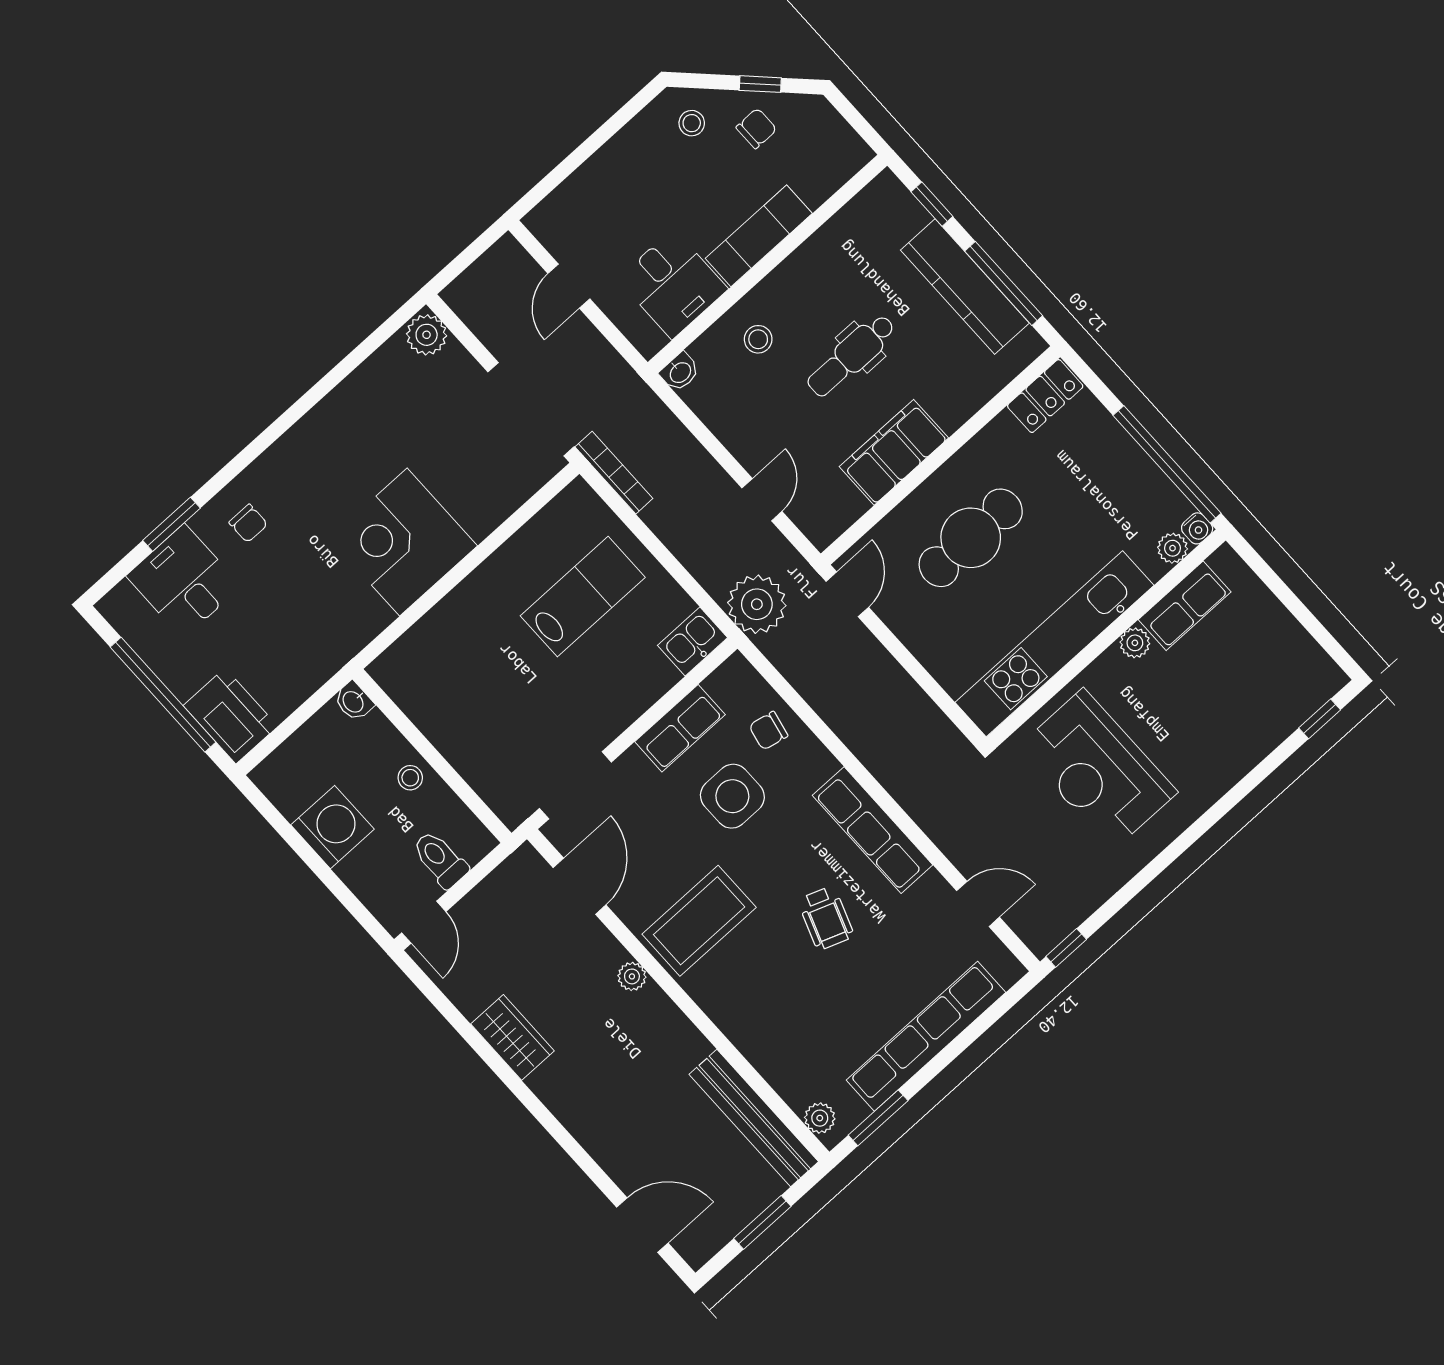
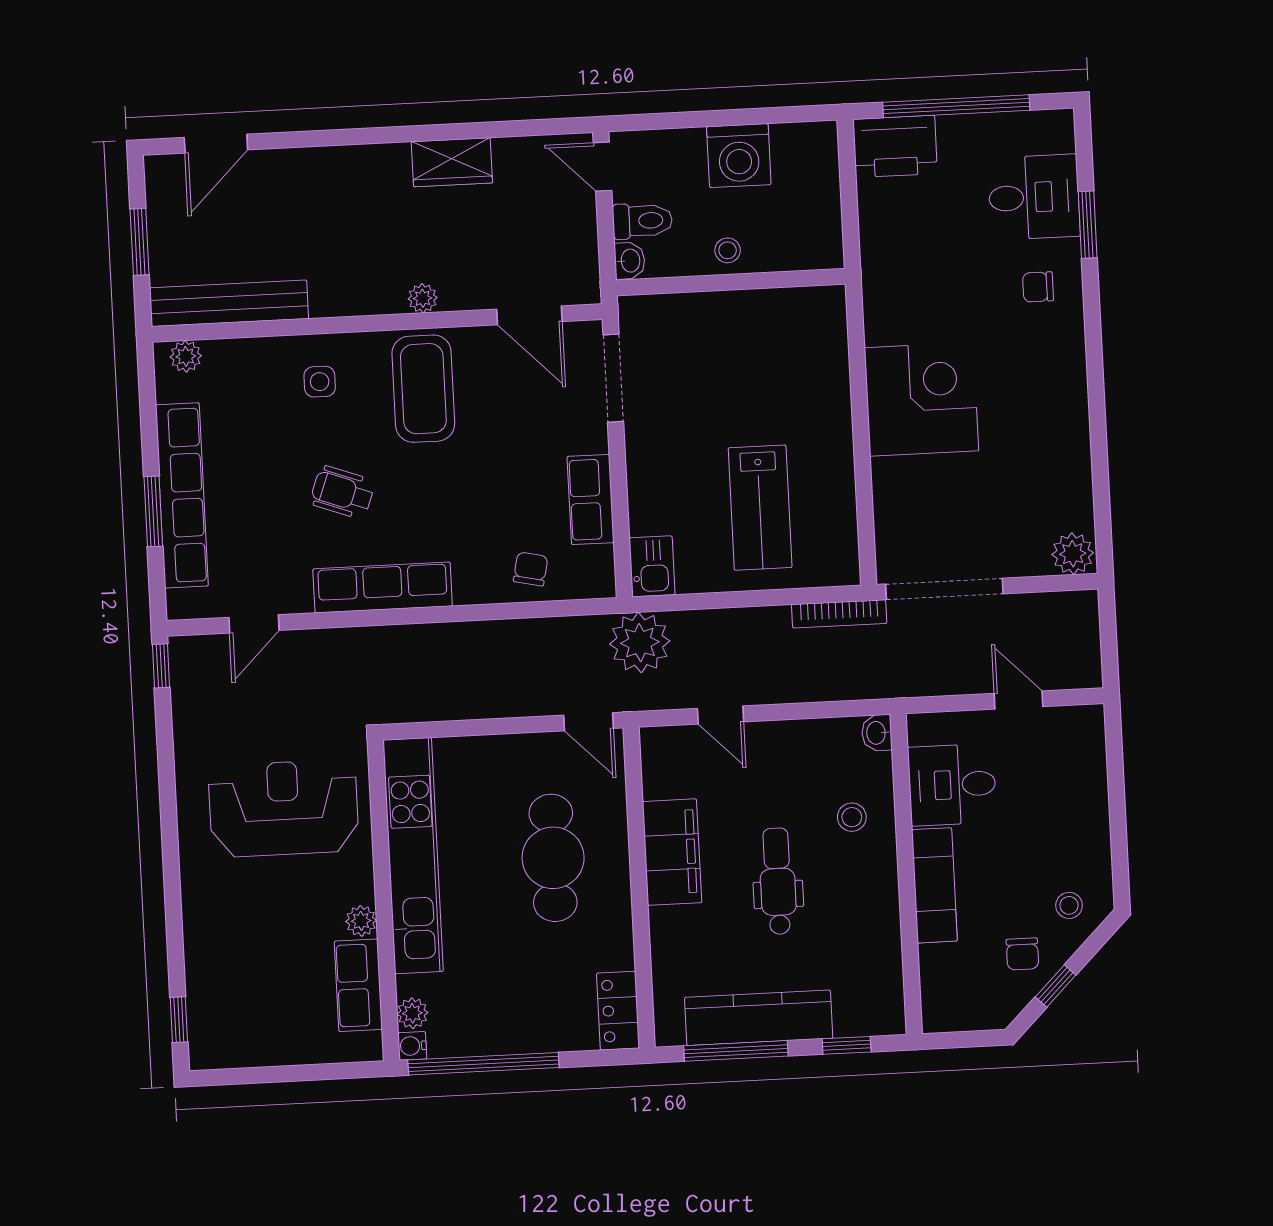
washbasin: (354, 701) -> (630, 261), moved, turned 90
side table: (732, 796) -> (320, 382), moved, width x0.54, depth x0.54
window: (878, 1118) -> (153, 511), moved

